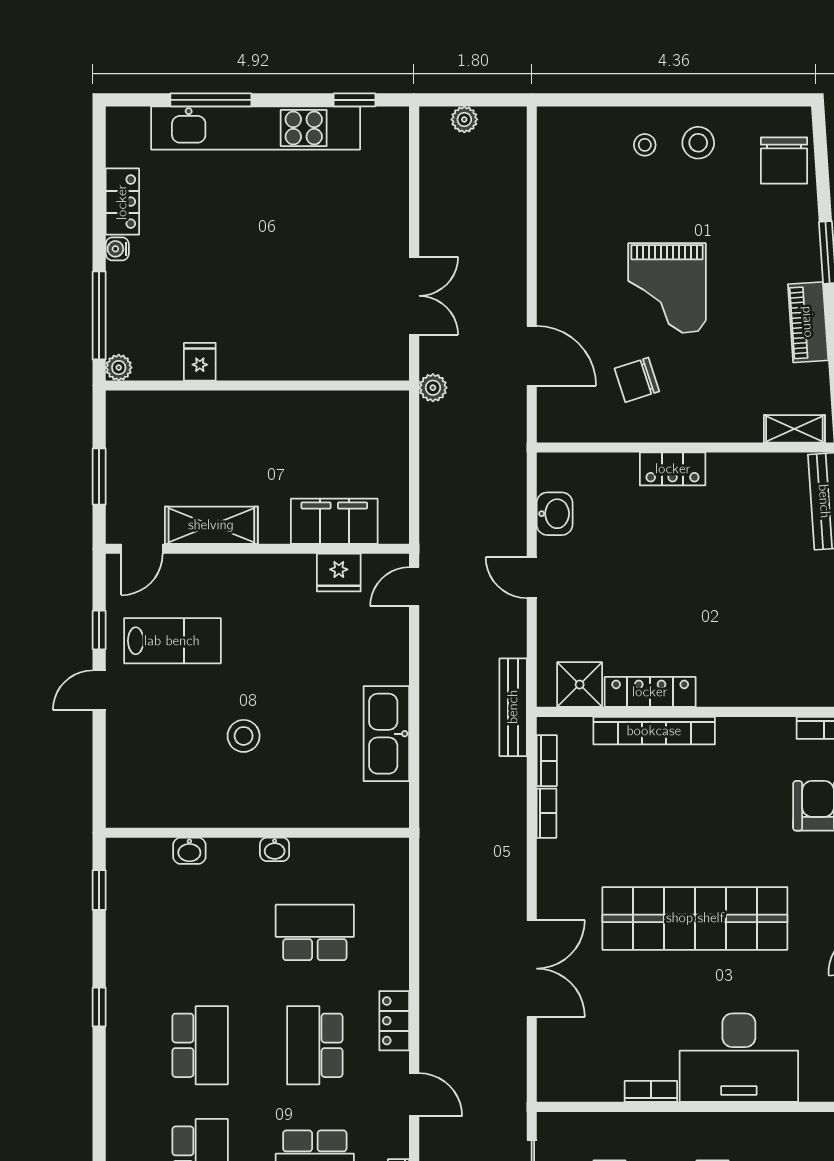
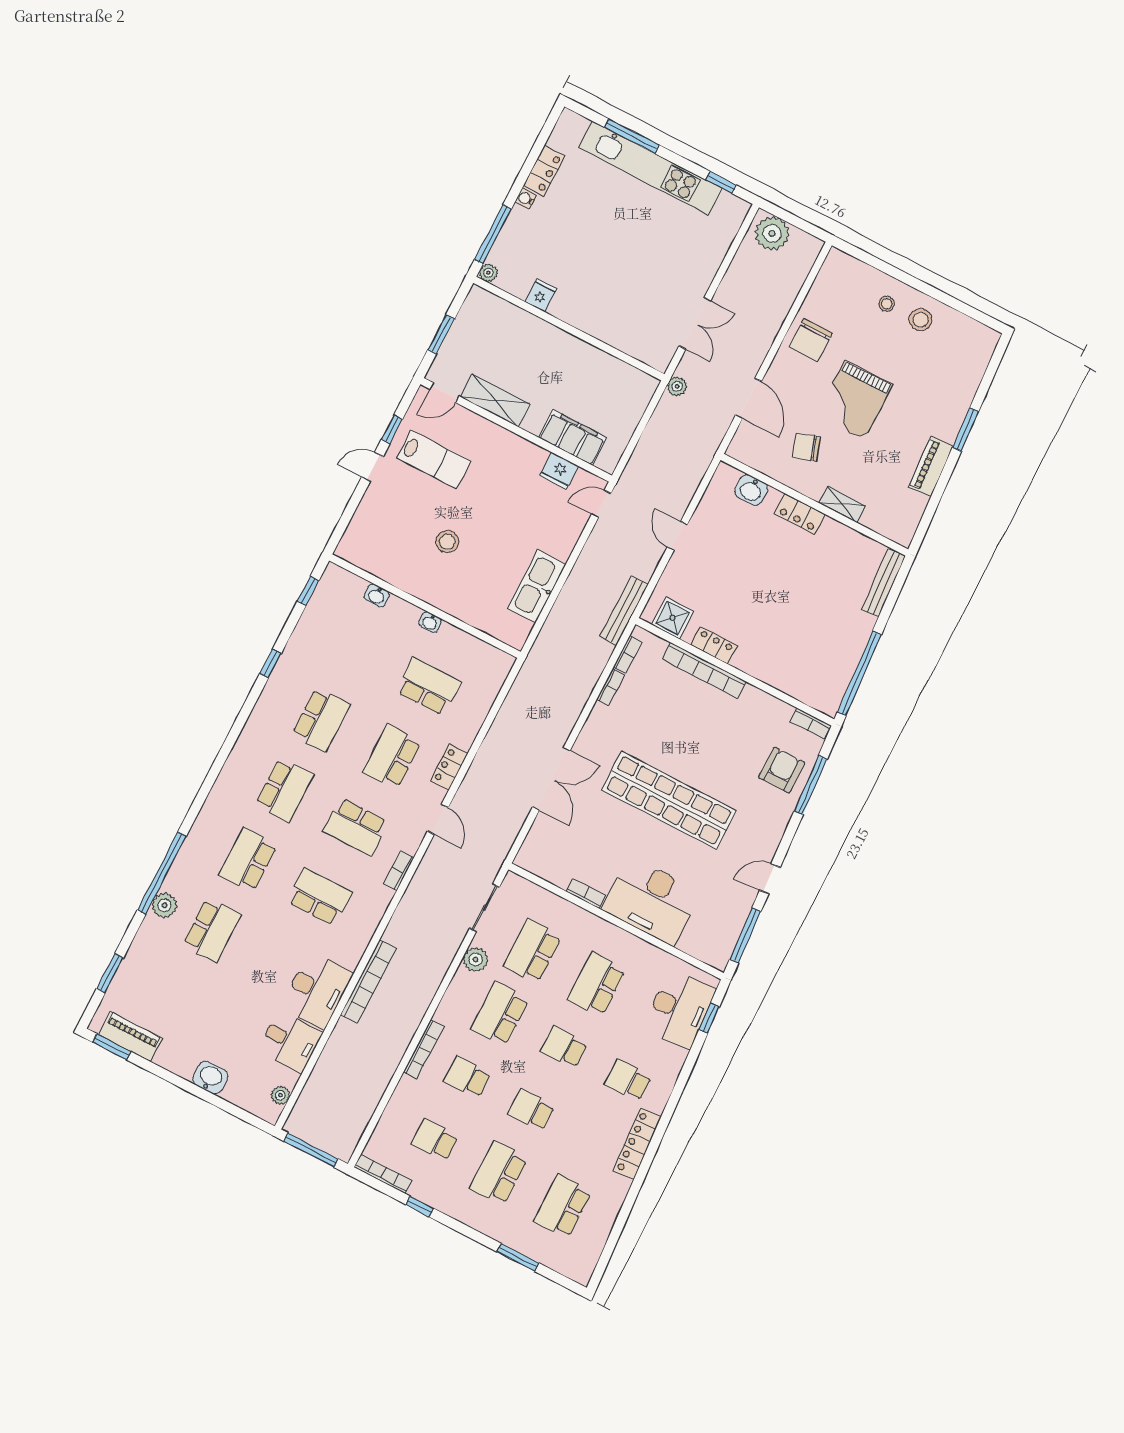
plant: (464, 119) -> (772, 233), width x1.87, depth x1.87
chair: (784, 160) -> (811, 340), moved
shelving: (794, 429) -> (842, 504), moved
washbasin: (555, 514) -> (751, 490), moved, turned 90
locker: (650, 692) -> (714, 645), width x0.66

